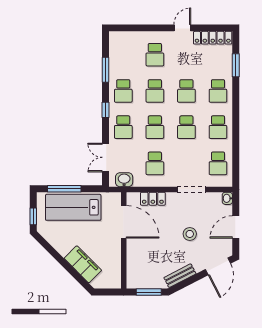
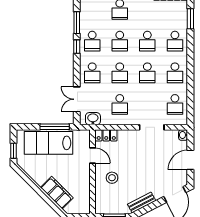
window: (106, 110) -> (77, 47), moved
window: (64, 189) -> (55, 127), moved
locker: (153, 199) -> (106, 135), moved
door: (124, 222) -> (93, 155), width x0.53
stool: (190, 234) -> (112, 178), moved

